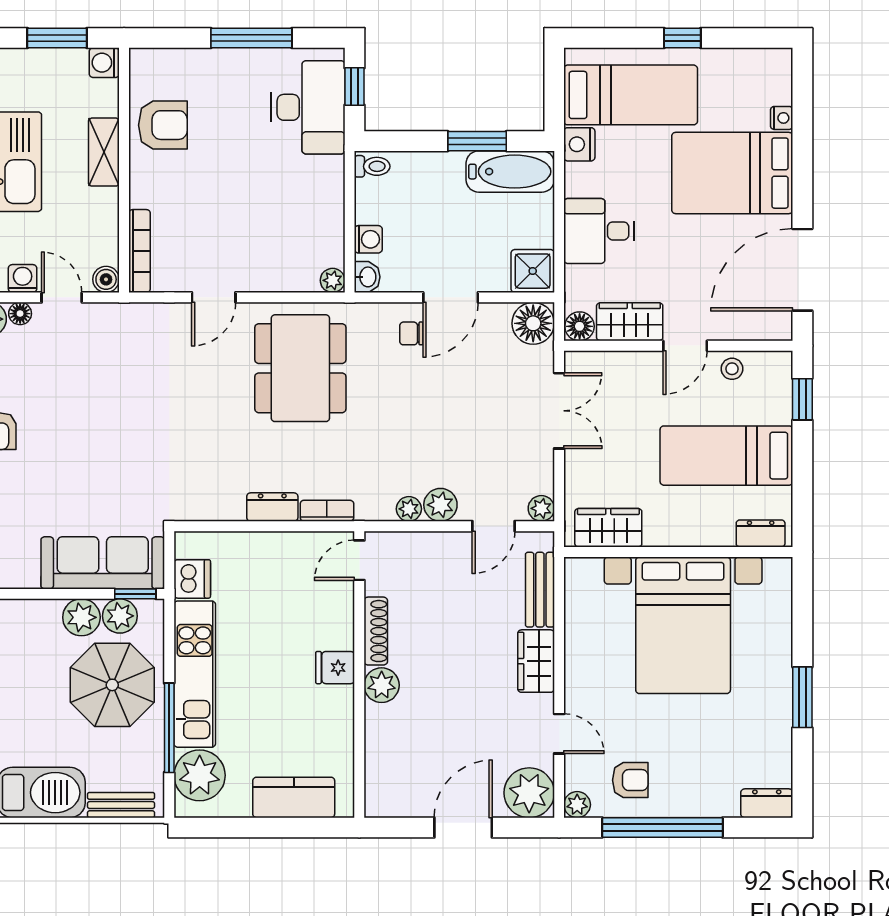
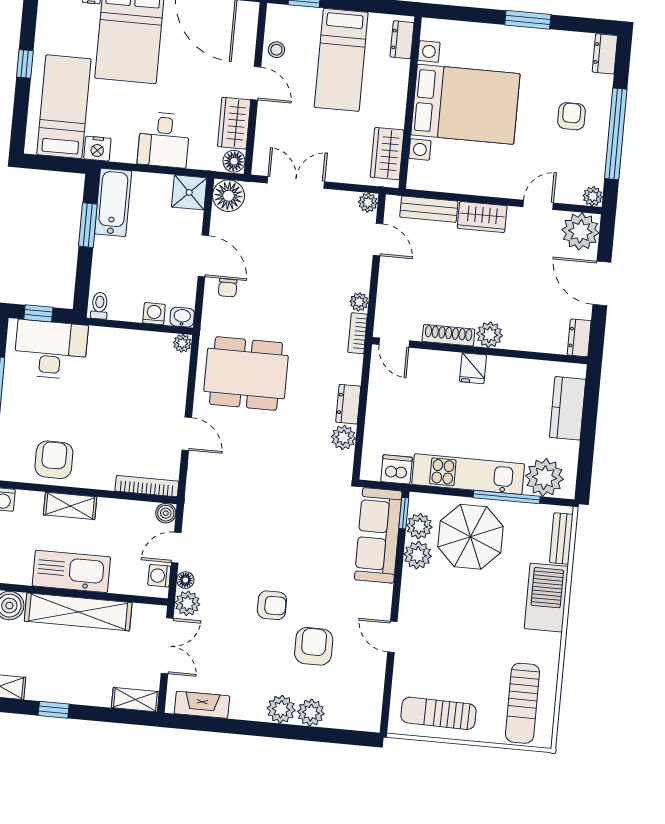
plant: (440, 505) -> (343, 438), moved
bookcase: (327, 511) -> (358, 333), moved
armchair: (630, 780) -> (572, 116), moved
dresser: (388, 804) -> (579, 338), added

